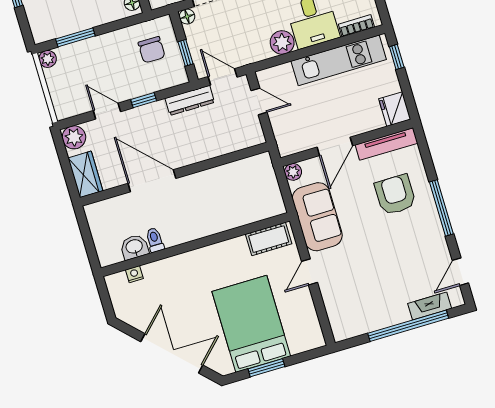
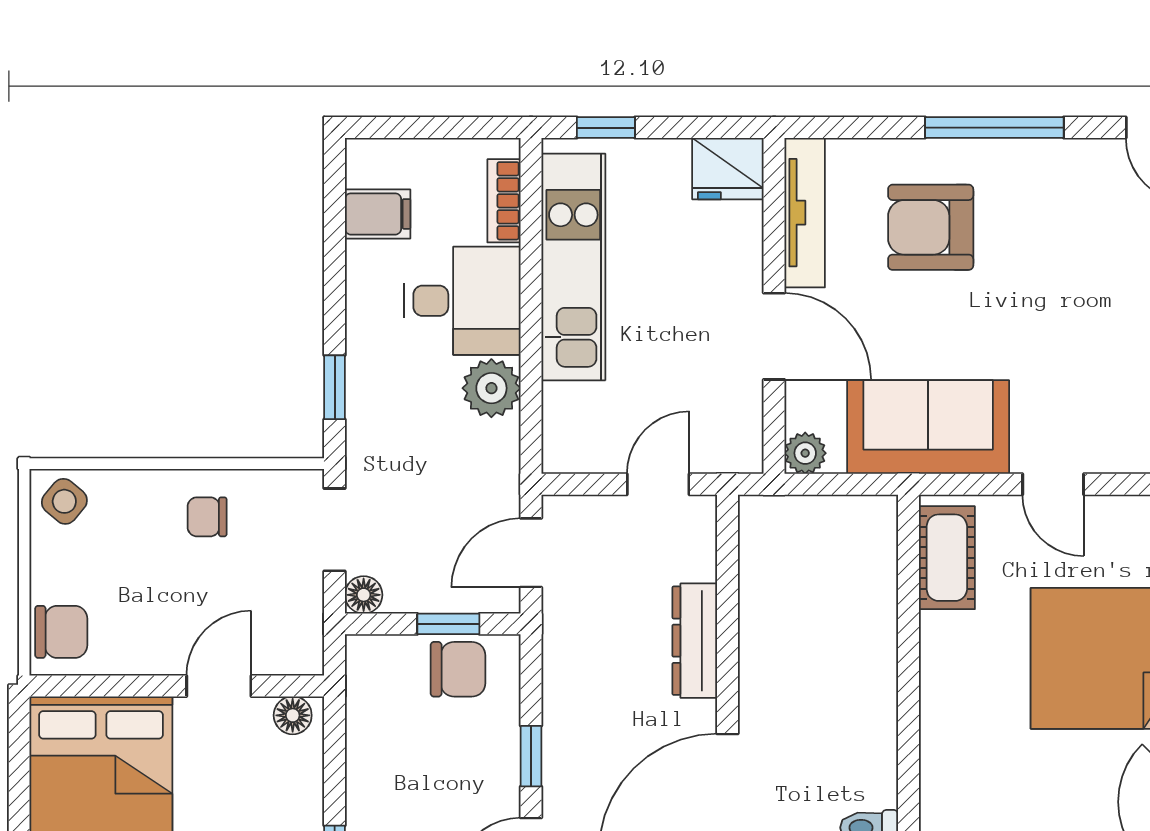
chair: (152, 50) -> (458, 669), moved
dresser: (190, 100) -> (695, 641), moved, turned 180
door: (259, 101) -> (658, 484), moved

